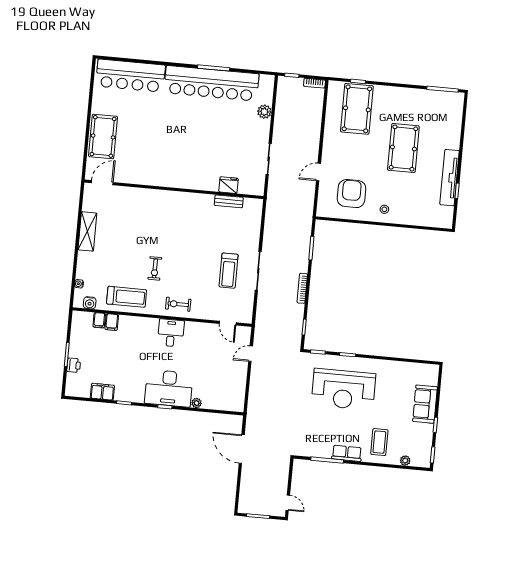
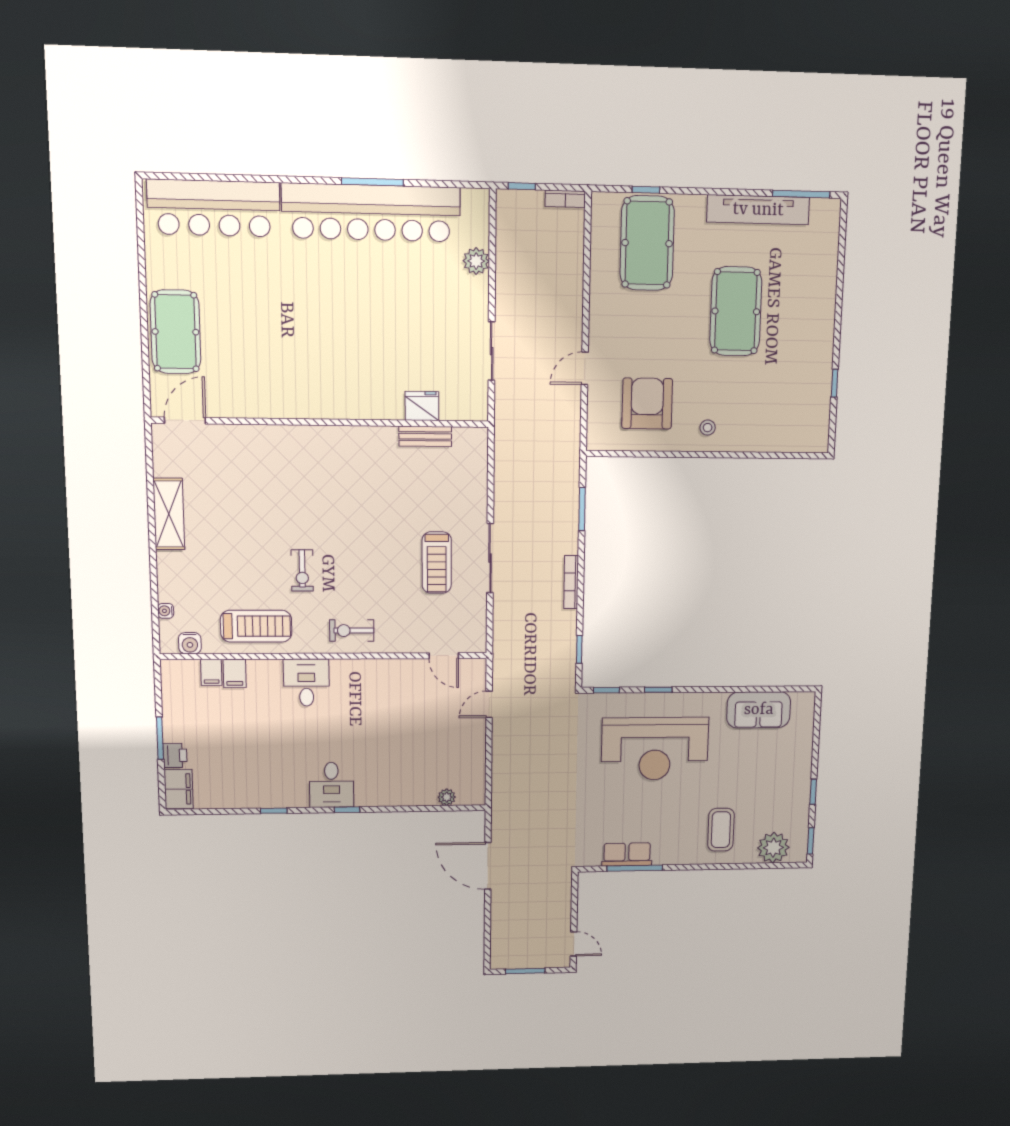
tv unit: (450, 178) -> (758, 210), moved, turned -90
desk: (171, 333) -> (306, 683), moved
desk: (169, 388) -> (331, 785), width x0.53, depth x0.77
filing cabinet: (102, 392) -> (179, 789), moved, turned 90
plant: (197, 403) -> (447, 797), moved
sofa: (425, 404) -> (759, 710), moved, turned -90
row of seats: (347, 453) -> (627, 854), moved
plant: (405, 461) -> (773, 848), width x1.88, depth x1.88

